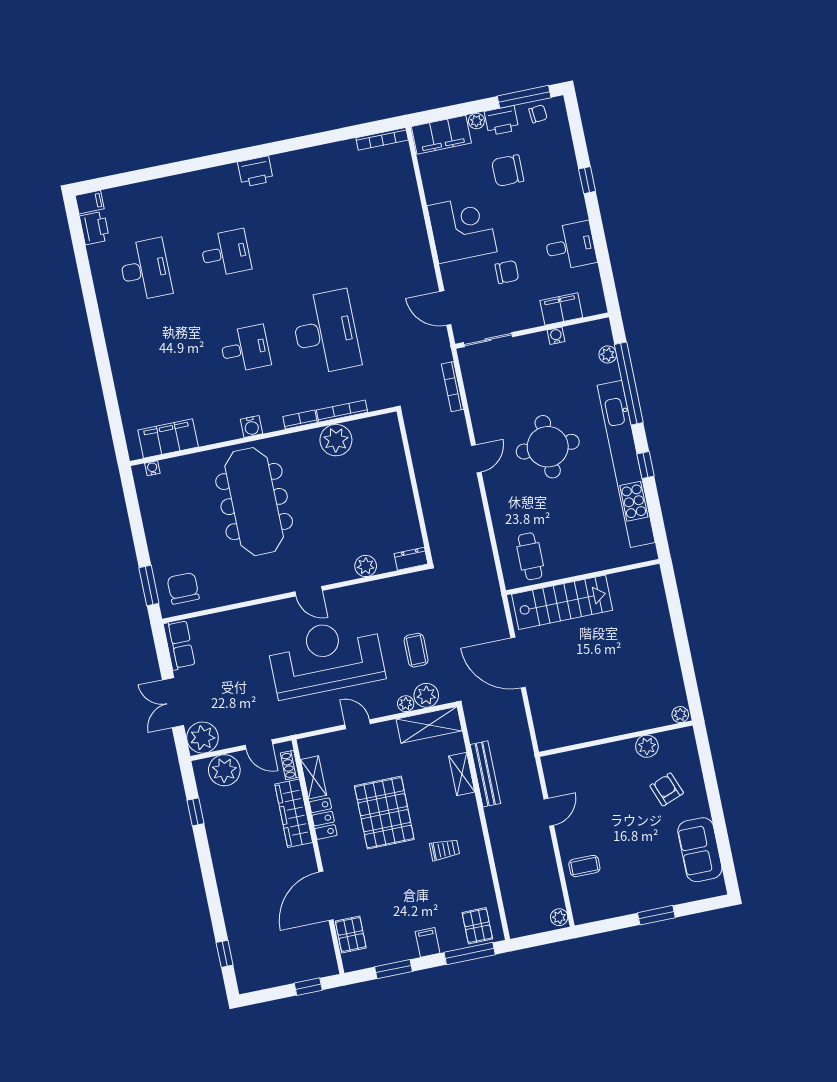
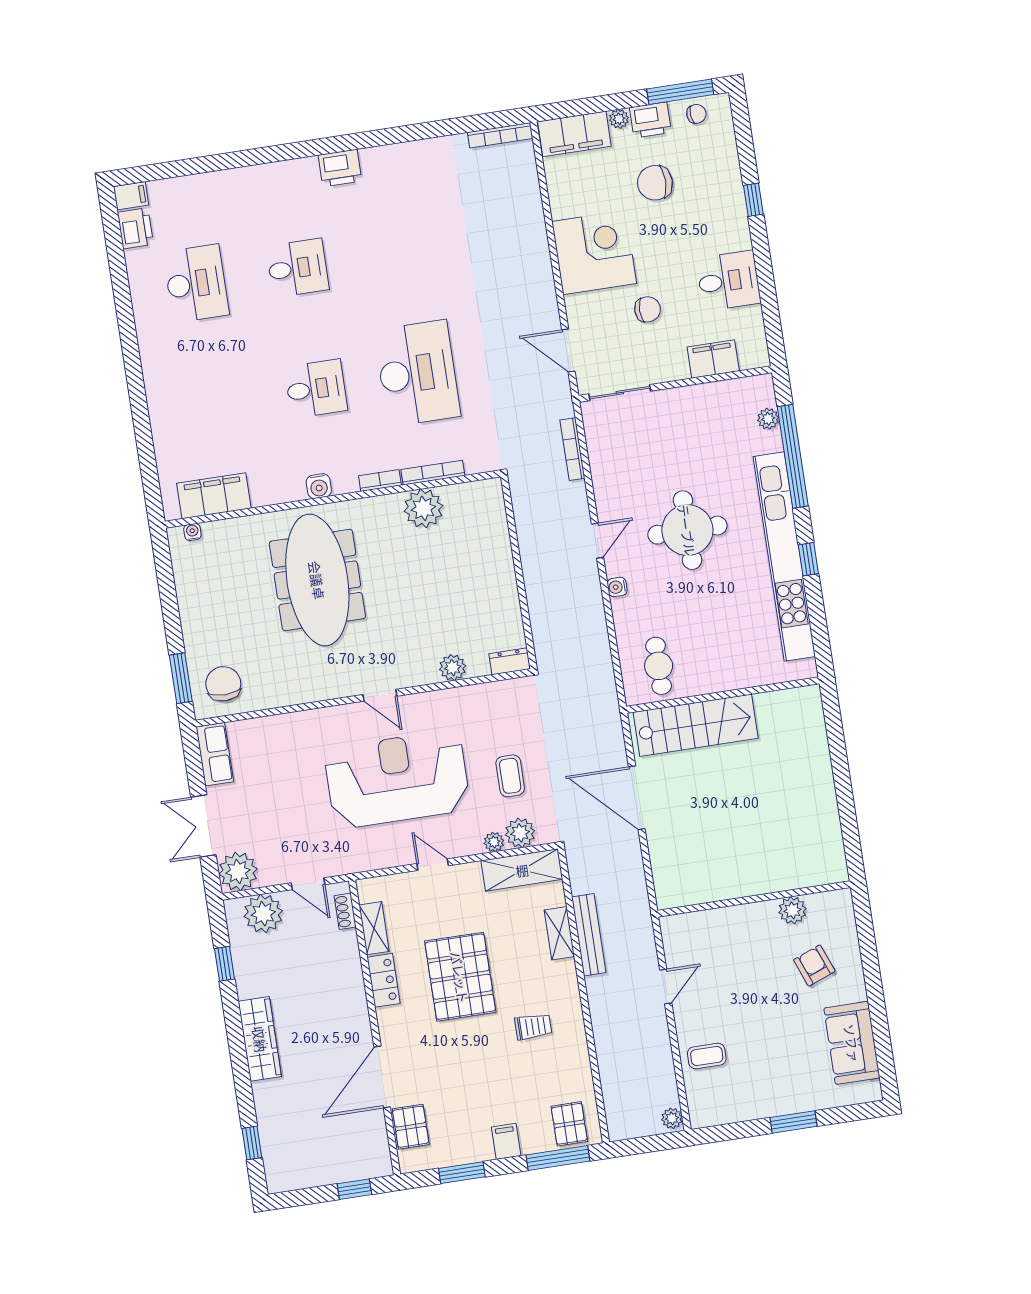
water cooler: (556, 336) -> (617, 587), moved, turned -90
plant: (680, 715) -> (836, 873), removed
wardrobe: (294, 813) -> (260, 1039), moved, turned 180

